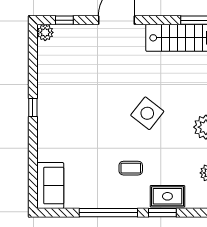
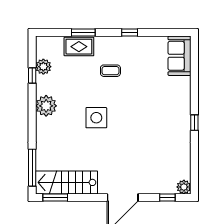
side table: (147, 113) -> (96, 118), turned -38
window: (108, 213) -> (130, 33), width x0.32

